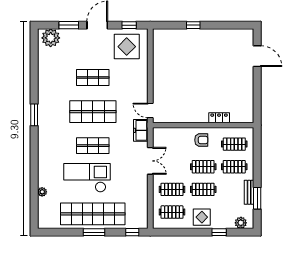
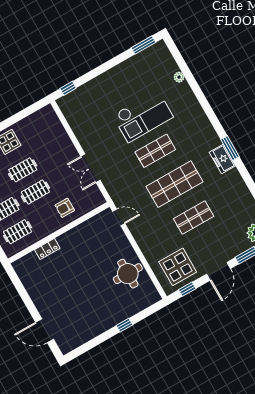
round table: (168, 63) -> (128, 274), added
freezer: (141, 130) -> (222, 159), moved, turned 180
armchair: (201, 140) -> (65, 208), moved
clothes rail: (172, 189) -> (53, 152), removed
clothes rail: (172, 212) -> (40, 130), removed
shop shelf: (93, 214) -> (117, 84), removed
window: (94, 232) -> (143, 45), moved

